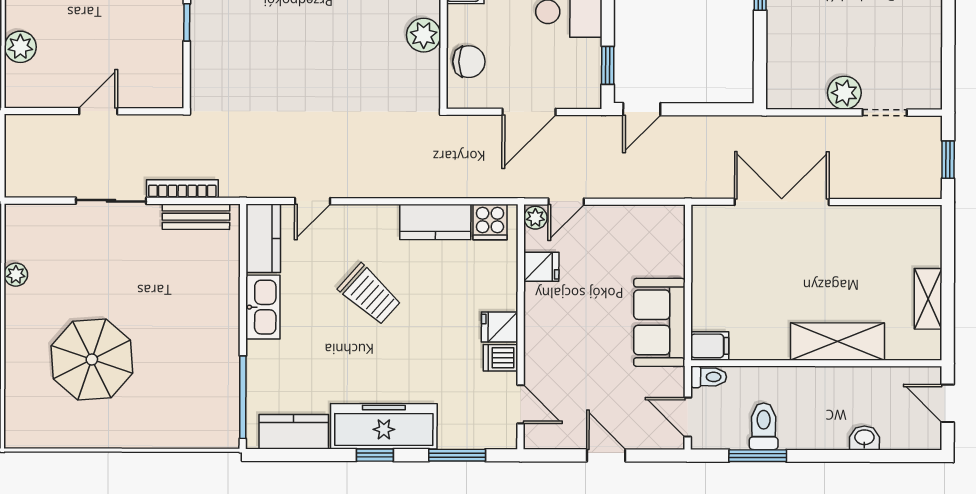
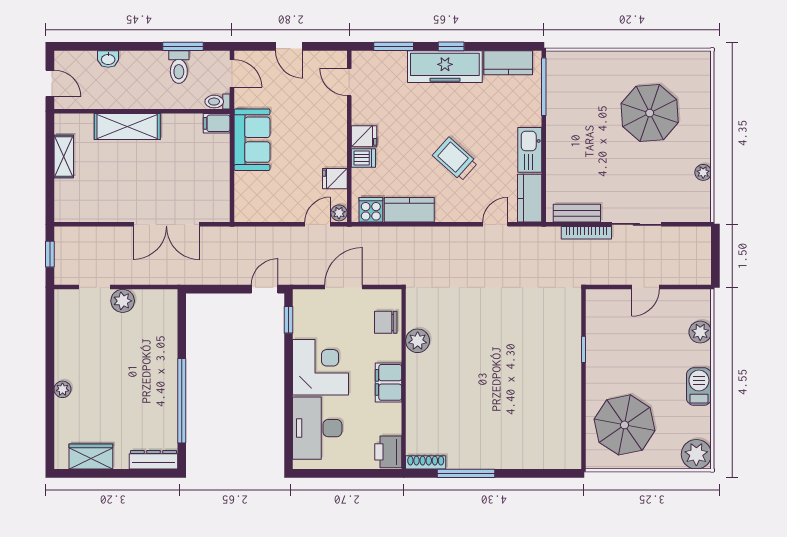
dishwasher: (501, 358) -> (363, 158), moved

